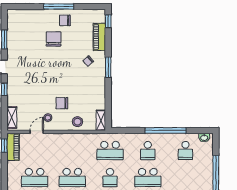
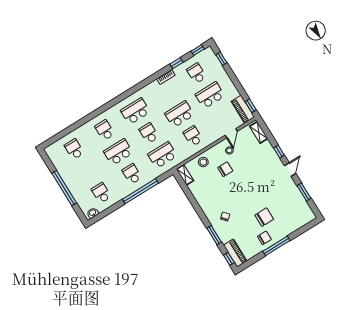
piano: (99, 37) -> (235, 253), moved
chair: (54, 39) -> (264, 217), turned -90
window: (108, 67) -> (214, 235), moved
window: (166, 130) -> (140, 191), moved
school desk: (72, 151) -> (193, 136), added

